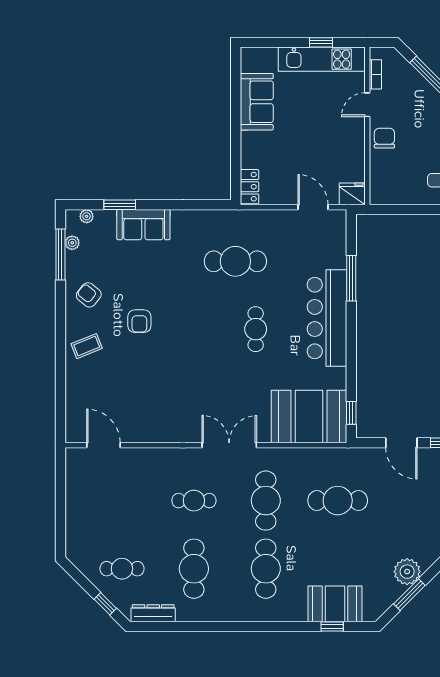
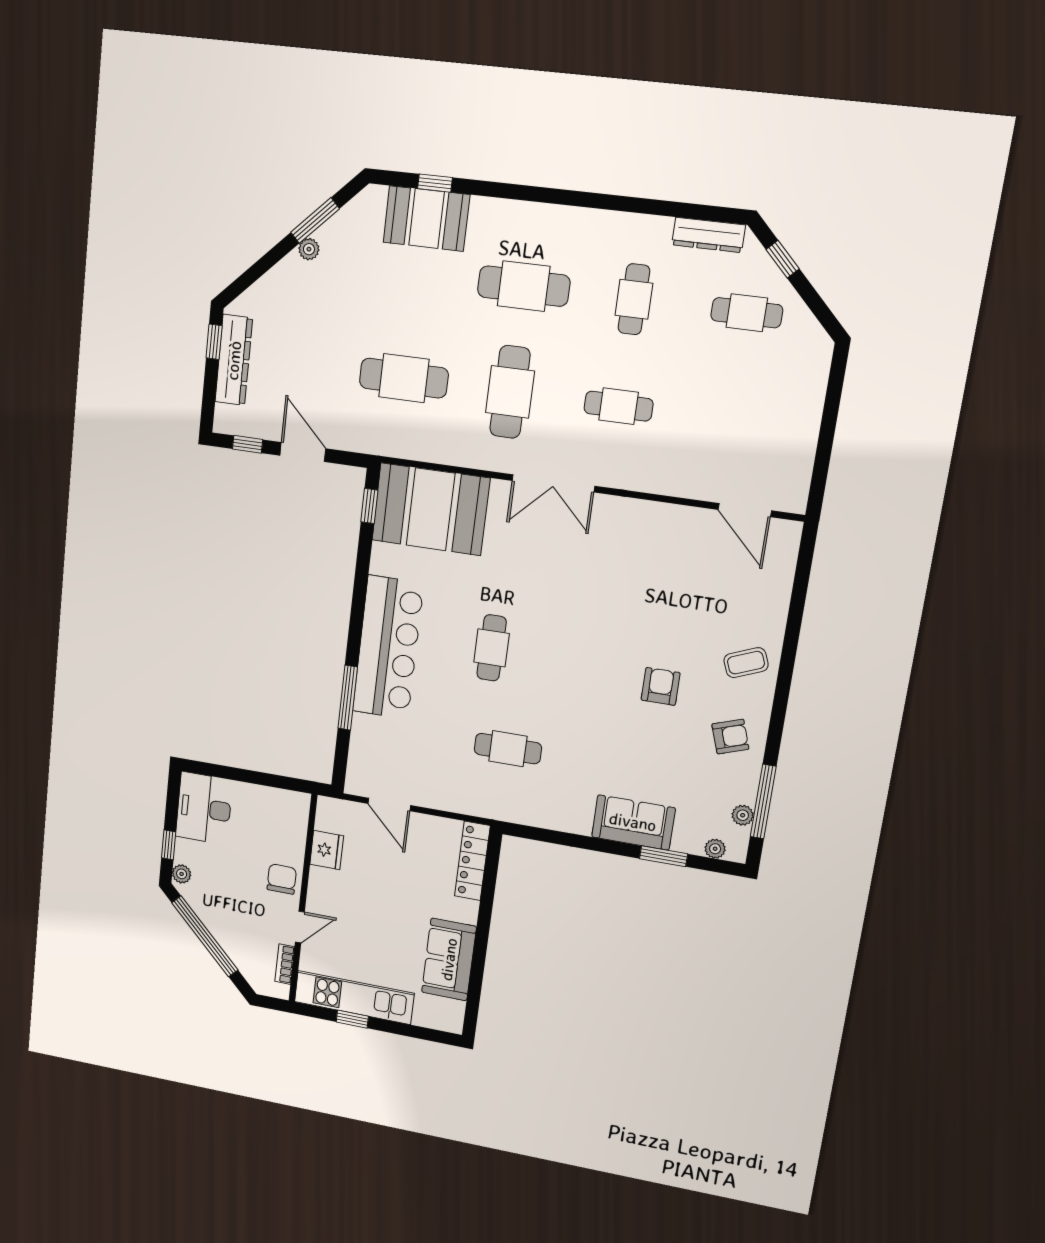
chair: (384, 138) -> (282, 879), turned 180
locker: (250, 187) -> (472, 861), width x1.53
fridge: (352, 194) -> (327, 850), moved, turned -90
cafe table: (235, 261) -> (508, 749), width x0.73, depth x0.74
armchair: (89, 295) -> (730, 737), turned -58
cafe table: (194, 569) -> (634, 299), width x0.73, depth x0.74
cafe table: (266, 569) -> (524, 286), turned 90
plant: (407, 572) -> (309, 249), width x0.53, depth x0.53

